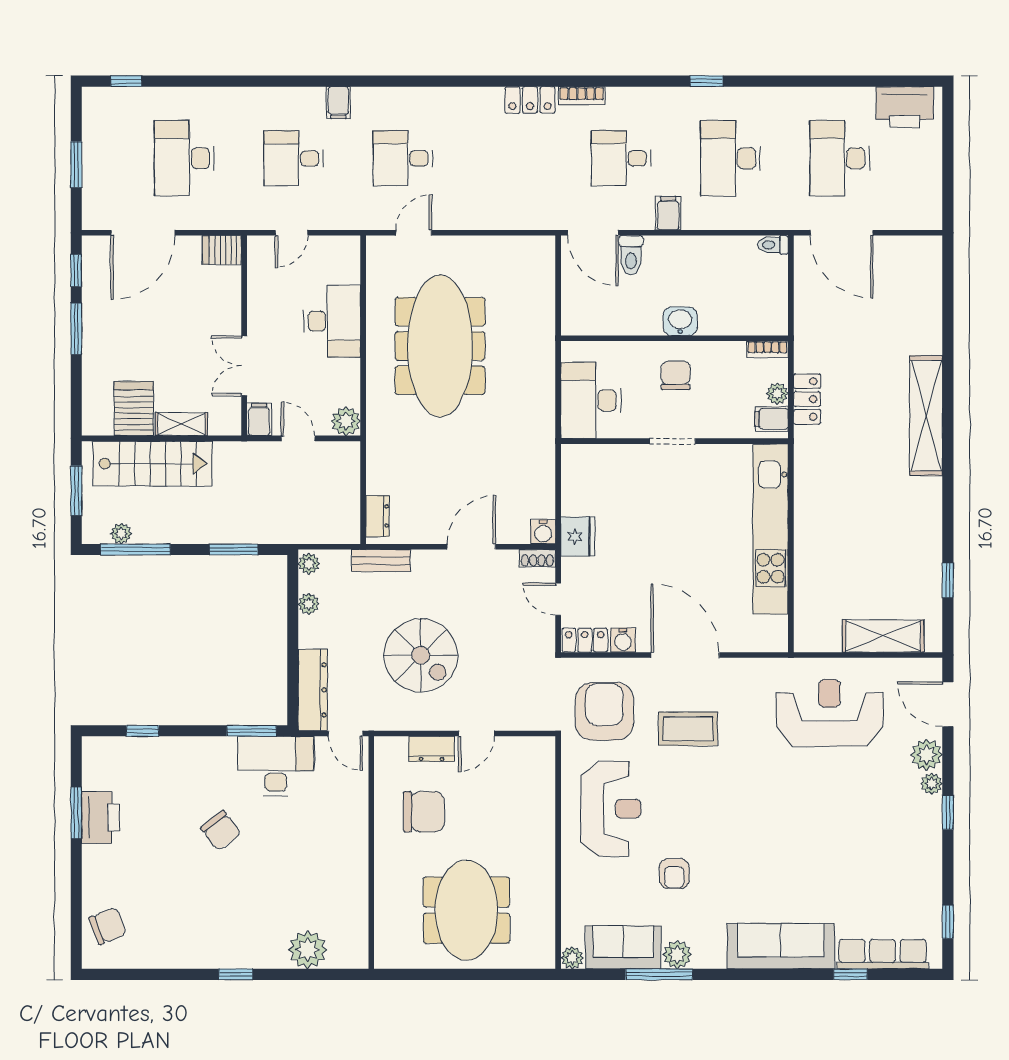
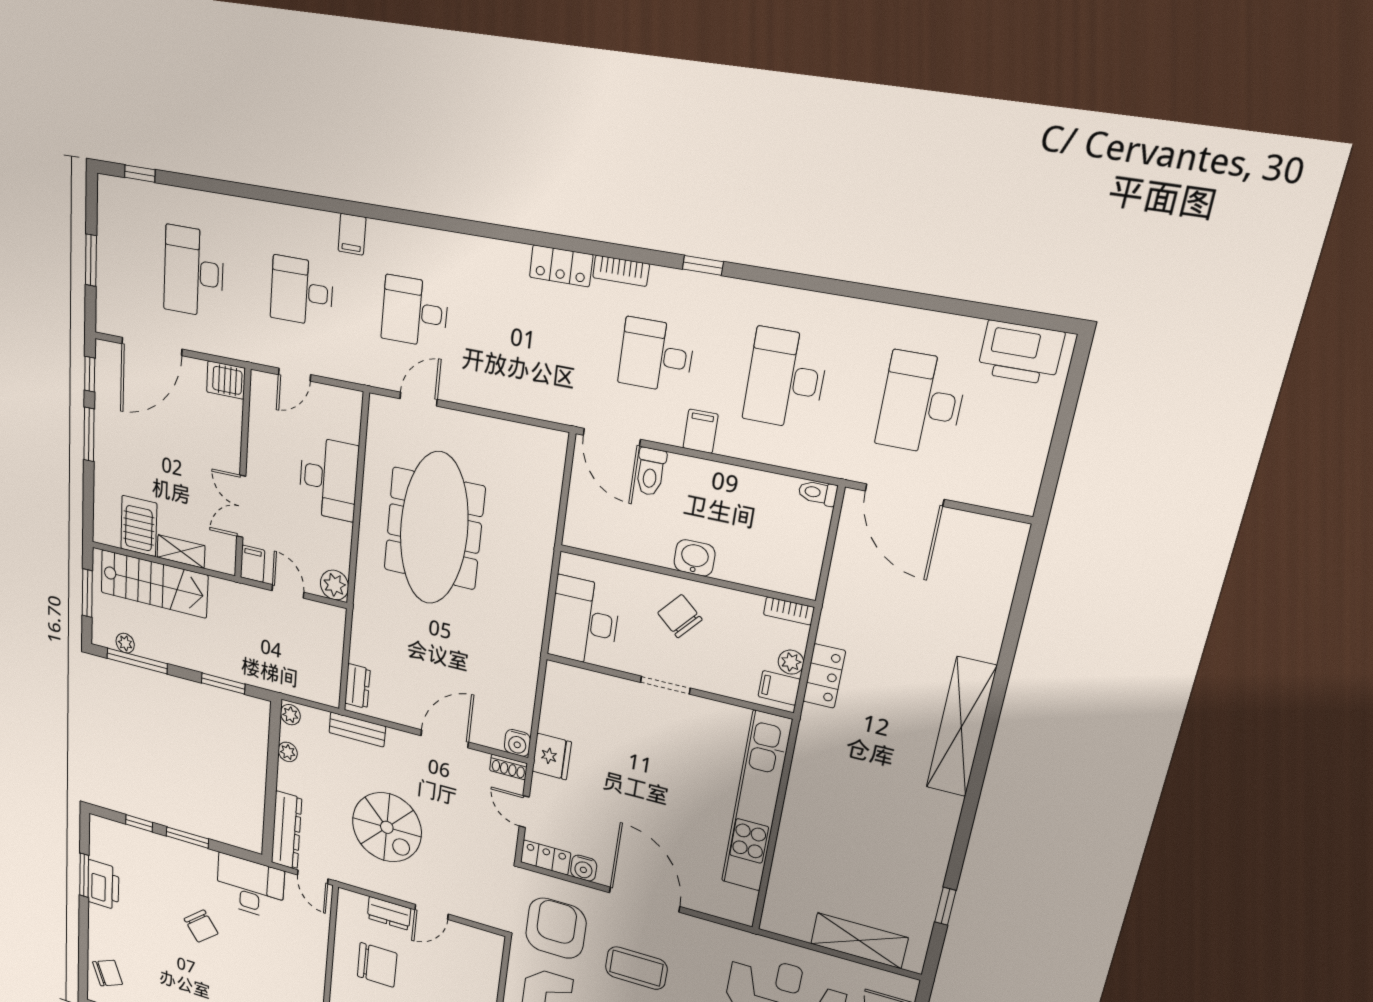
window: (707, 81) -> (703, 265), moved
chair: (676, 375) -> (680, 616), turned -49
window: (252, 731) -> (187, 837), moved

